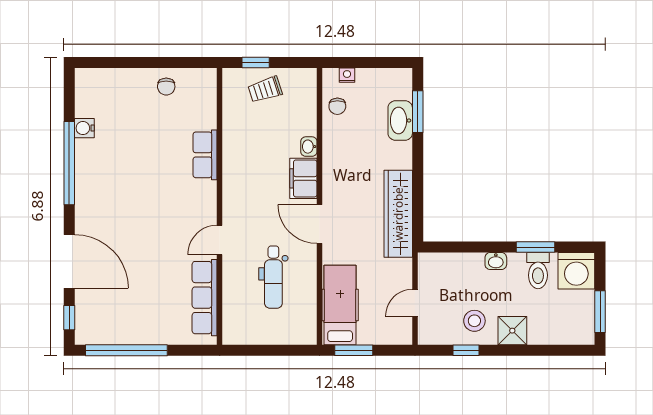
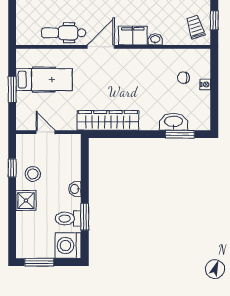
washbasin: (309, 147) -> (155, 39), moved
filing cabinet: (303, 178) -> (133, 36), moved
wall: (319, 206) -> (113, 47), moved
door: (319, 224) -> (101, 47), moved

